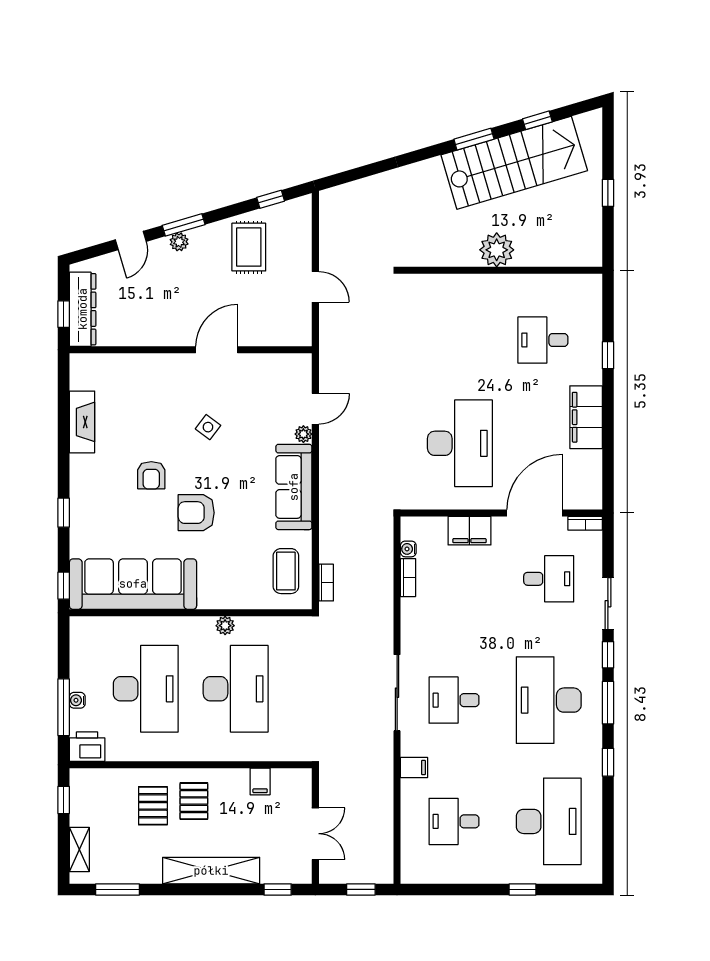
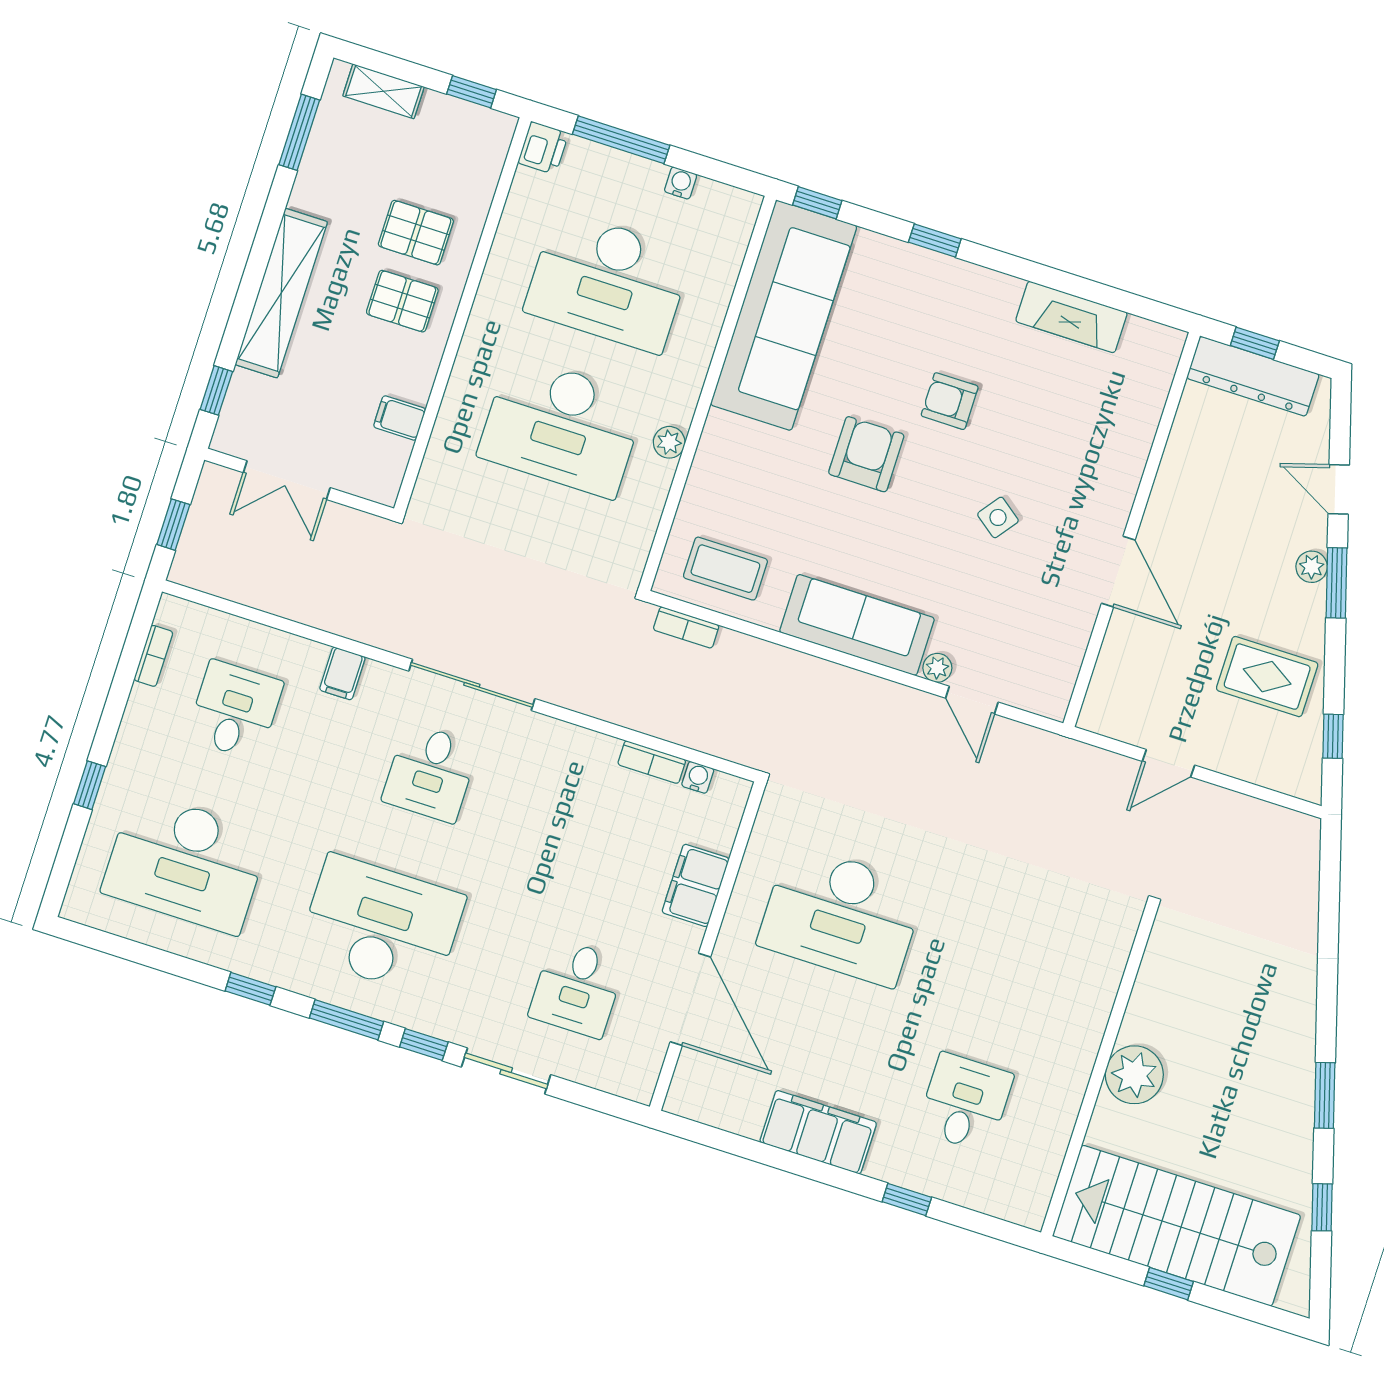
stairs: (514, 163) -> (1177, 1226), moved, turned 106
bookcase: (585, 523) -> (153, 656), moved, turned 180
water cooler: (77, 700) -> (681, 183), moved
desk: (454, 700) -> (430, 773), turned 180
printer: (87, 747) -> (543, 148), width x0.73, depth x0.81

